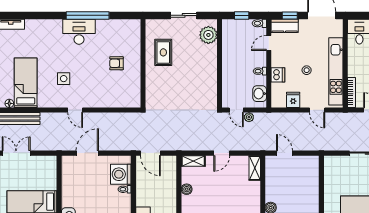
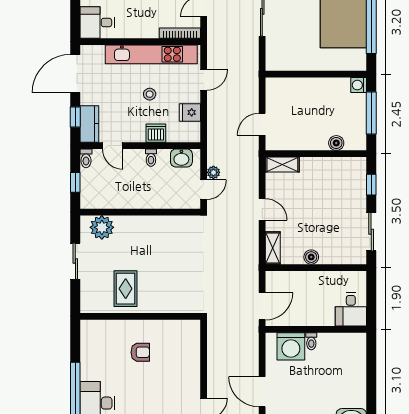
rug: (163, 52) -> (126, 289), turned 90
armchair: (116, 63) -> (140, 352), turned -90

